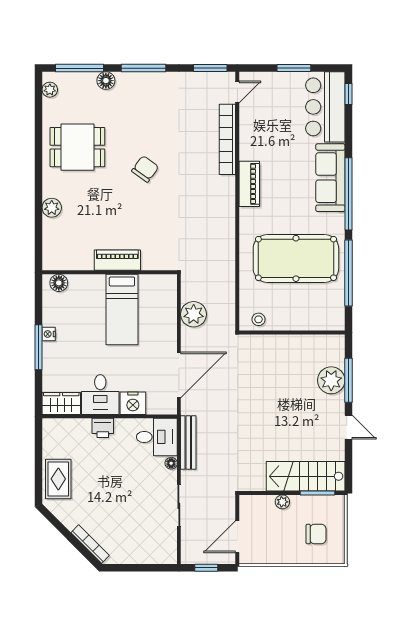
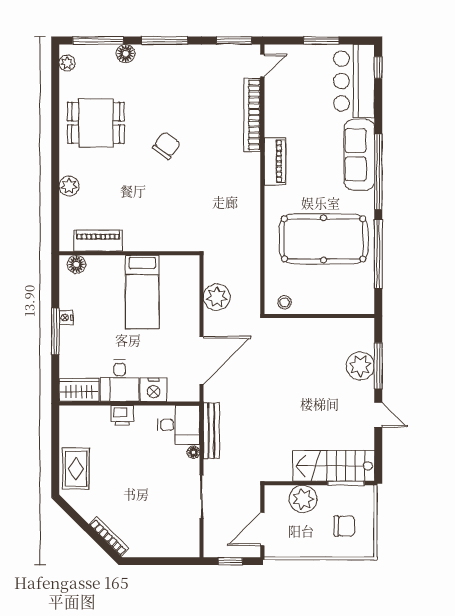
piano: (117, 260) -> (98, 241), moved
plant: (282, 502) -> (303, 499), width x1.88, depth x1.88

